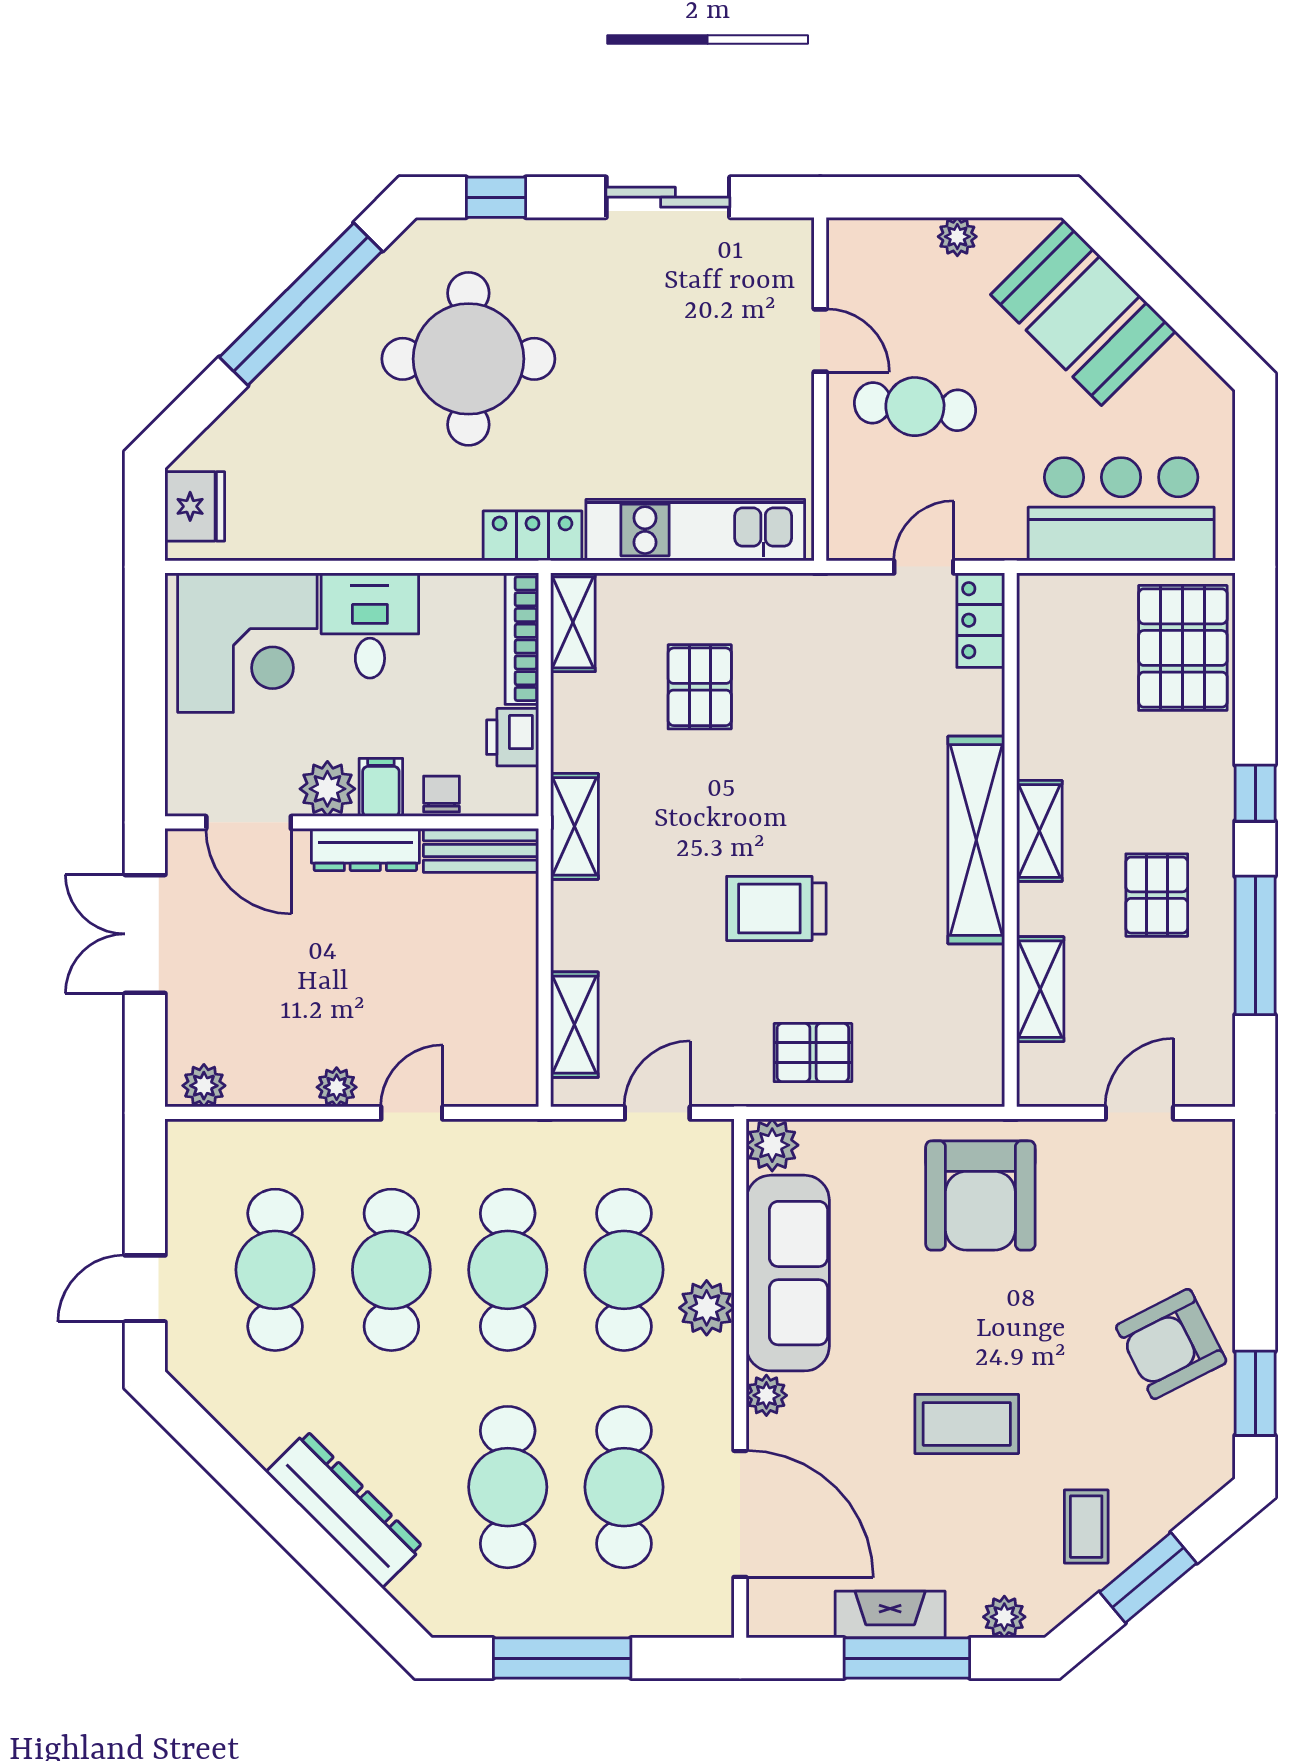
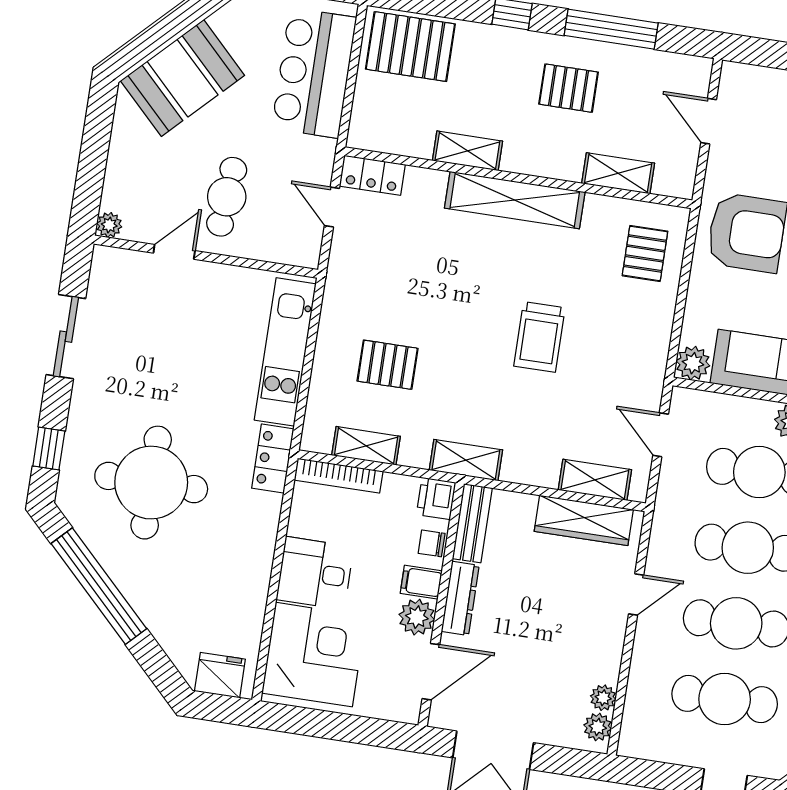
plant: (957, 237) -> (109, 225), moved
shelving: (573, 622) -> (366, 446), moved
printer: (513, 737) -> (436, 498), moved, turned 90
shelving: (1039, 831) -> (467, 151), moved
wardrobe: (511, 1017) -> (584, 520), added
pallet: (813, 1053) -> (645, 253), moved
plant: (337, 1087) -> (603, 698), moved
door: (412, 1113) -> (636, 594), swing flipped

